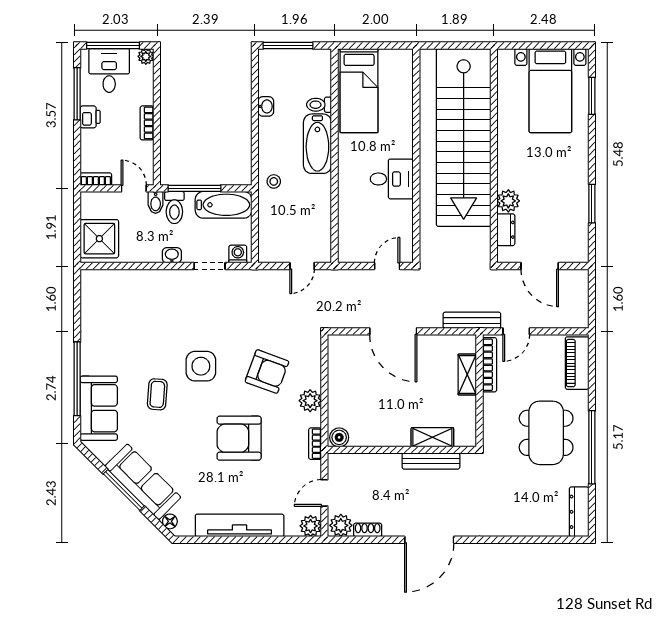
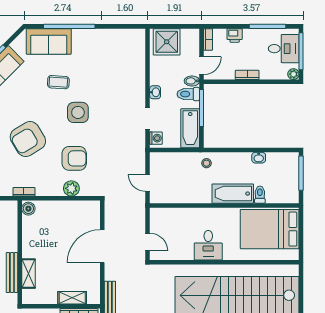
bed: (359, 91) -> (270, 229), width x1.50
printer: (90, 117) -> (235, 35), moved
armchair: (267, 372) -> (74, 158), turned -110
plant: (310, 401) -> (71, 188), moved
armchair: (239, 438) -> (28, 139), turned -121

